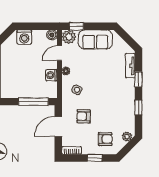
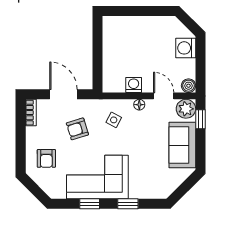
tv unit: (130, 66) -> (146, 192), removed
window: (33, 102) -> (97, 60), removed
corner sofa: (119, 102) -> (97, 177), added
armchair: (84, 116) -> (77, 129), turned -108
plant: (127, 136) -> (50, 188), removed
window: (95, 158) -> (21, 144), removed

